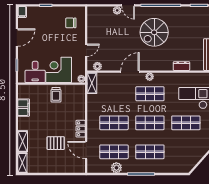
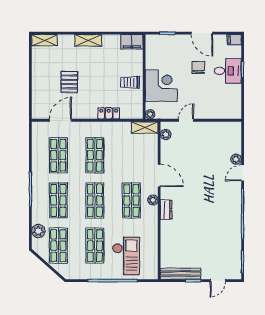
chair: (71, 23) -> (198, 67), moved
spiral stairs: (154, 32) -> (209, 206), removed
door: (86, 50) -> (186, 120), swing flipped
dresser: (181, 66) -> (166, 210), moved
desk: (35, 72) -> (228, 71), moved, turned 180
filing cabinet: (24, 108) -> (132, 42), moved
locker: (81, 129) -> (109, 113), moved
shelving: (23, 141) -> (88, 40), moved
shop shelf: (186, 152) -> (58, 246), added
plant: (116, 168) -> (38, 231), moved

